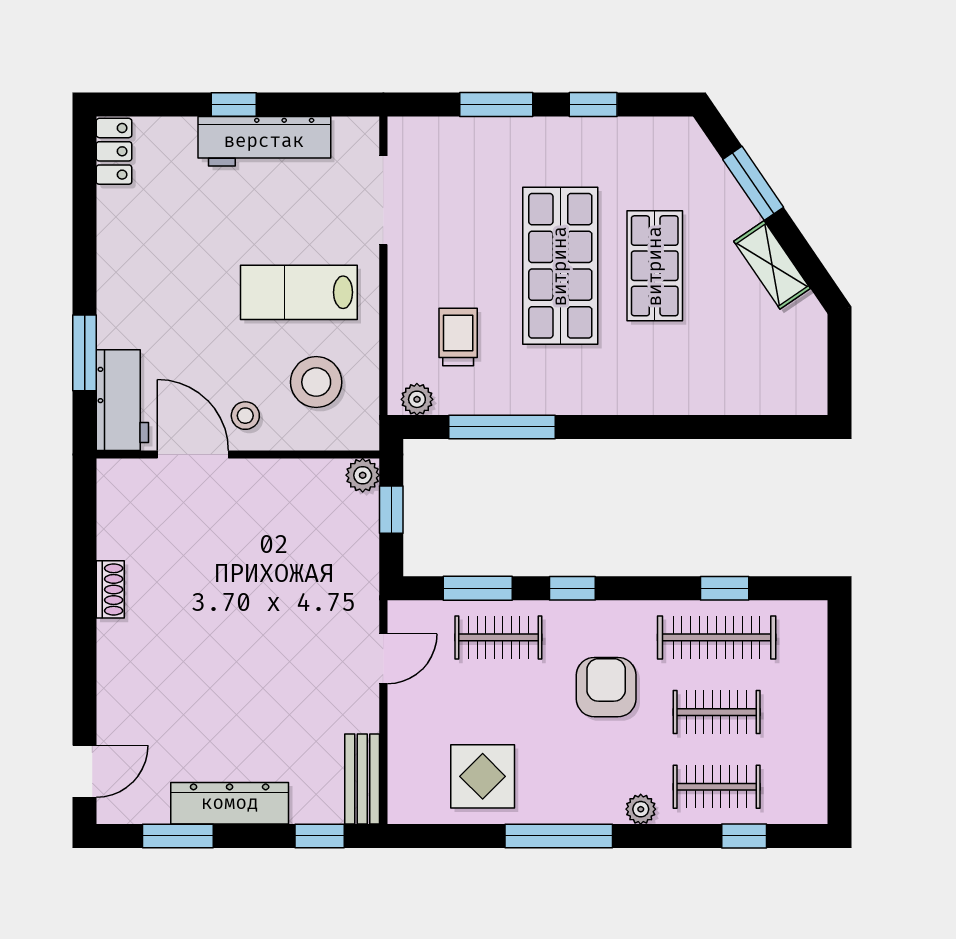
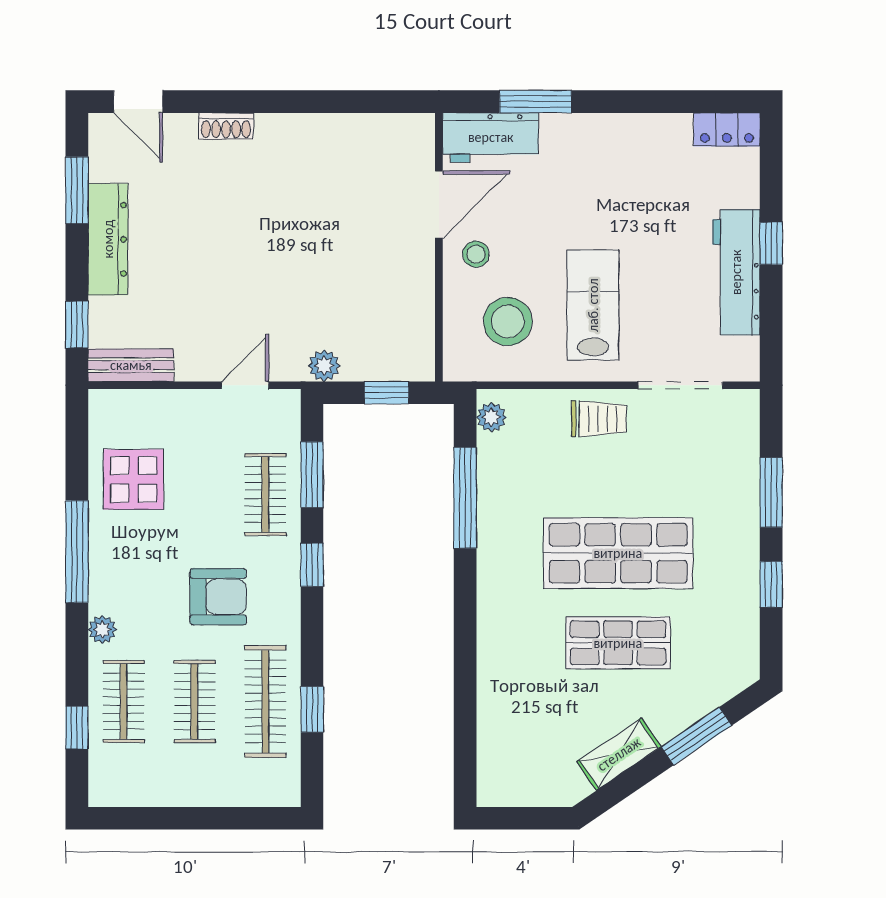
trolley: (458, 337) -> (599, 419), moved
plant: (363, 475) -> (324, 366), moved
shoe rack: (110, 589) -> (226, 126), moved
door: (383, 659) -> (245, 385), swing flipped

